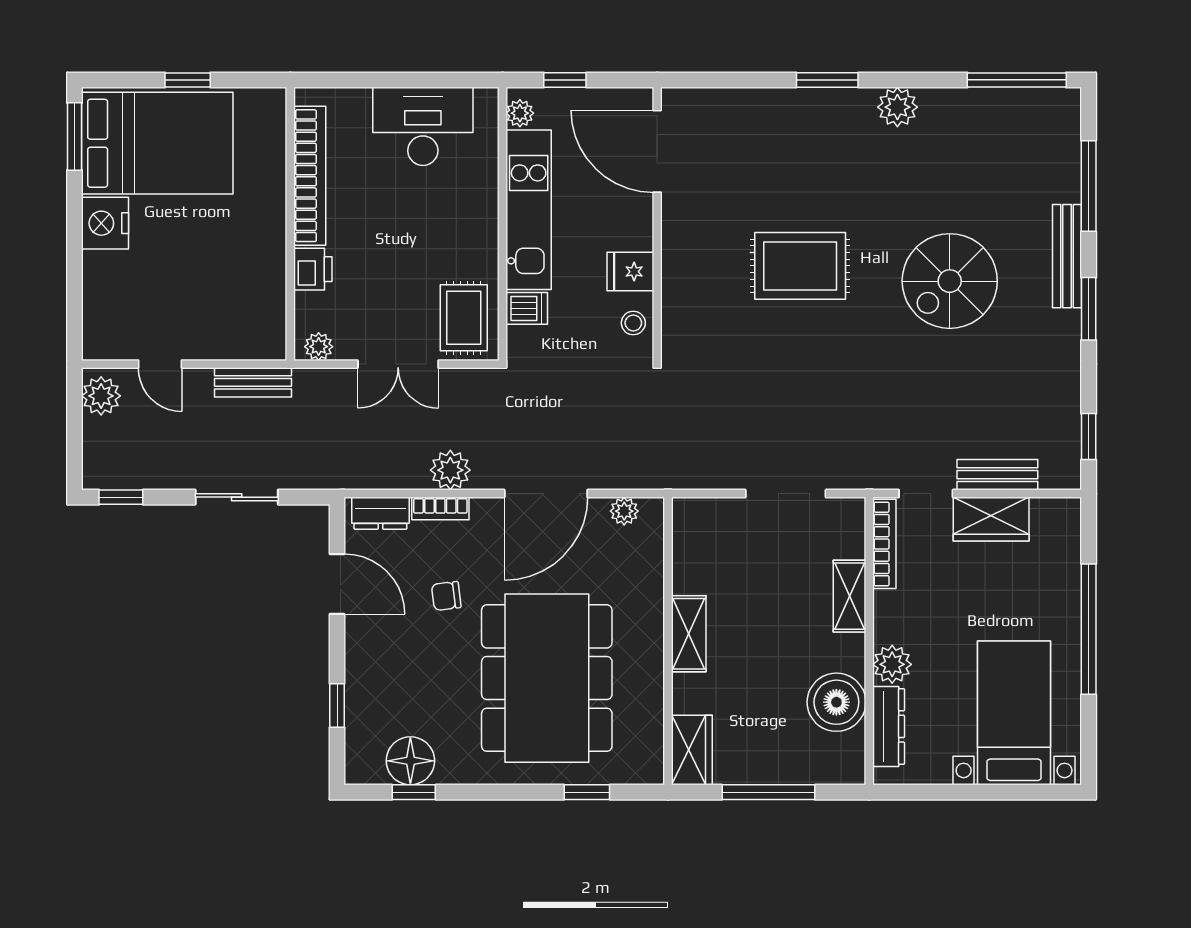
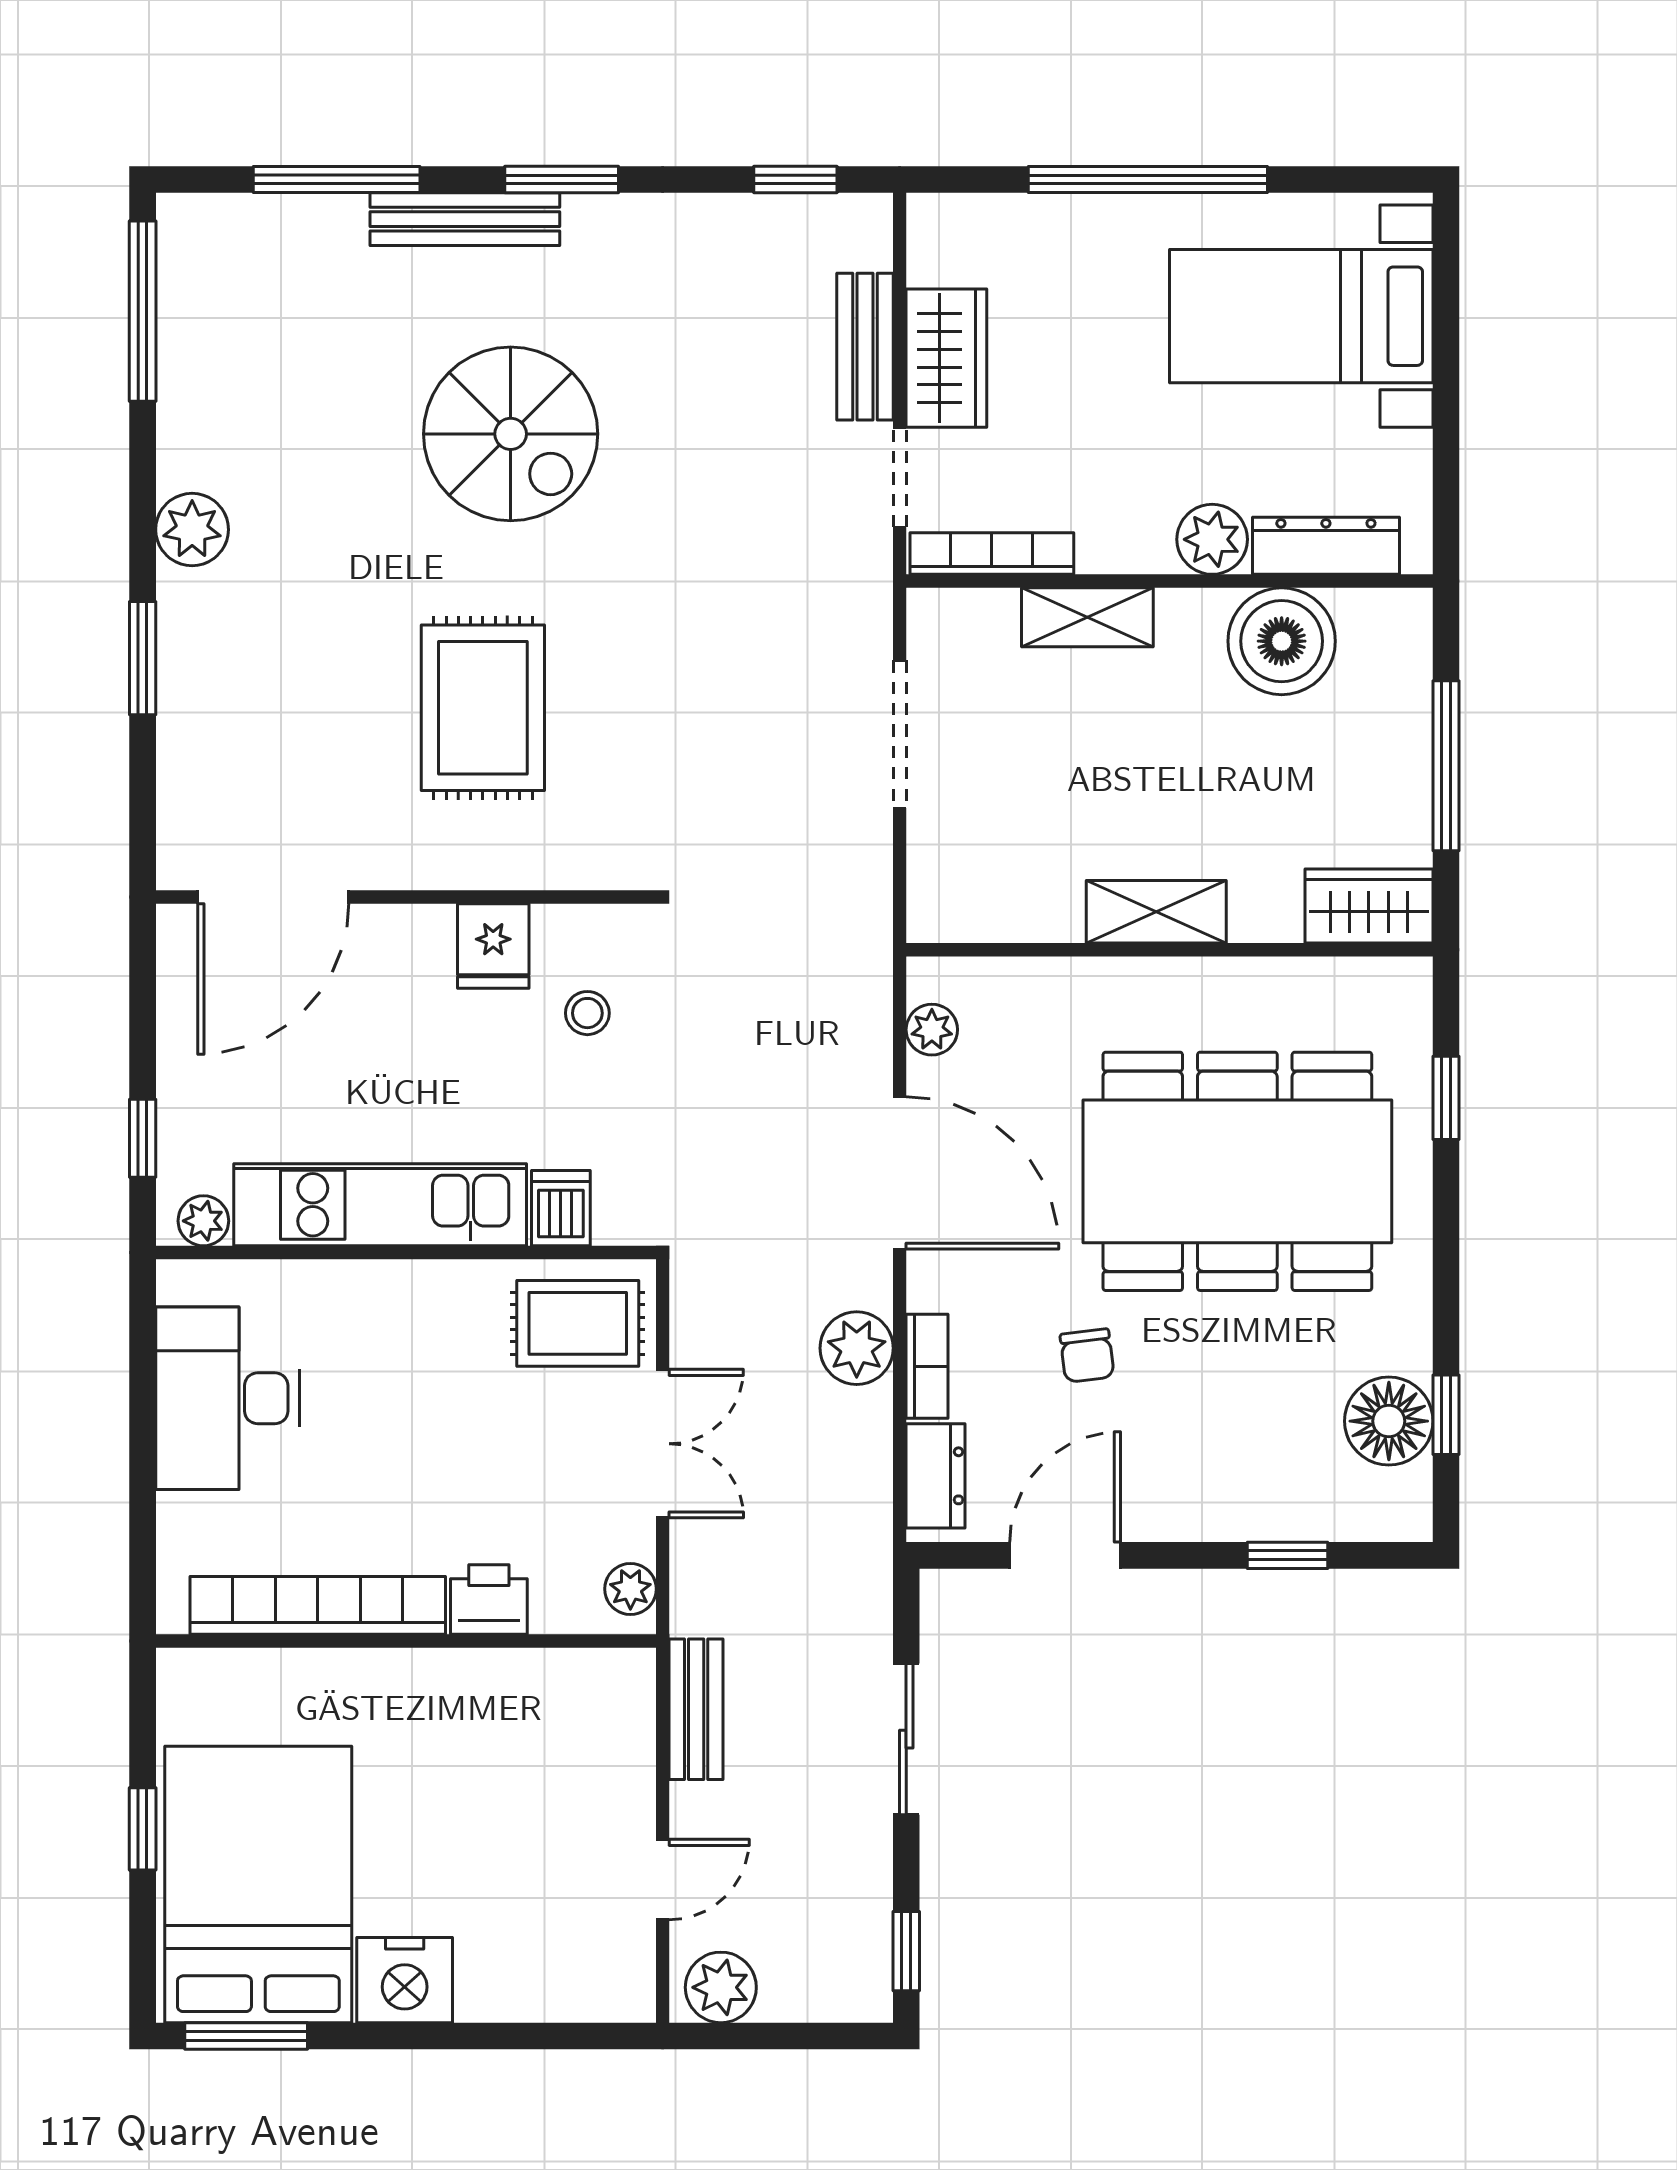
door: (657, 151) -> (273, 897), moved
wall: (657, 224) -> (406, 897), moved
fridge: (630, 272) -> (493, 946), moved

